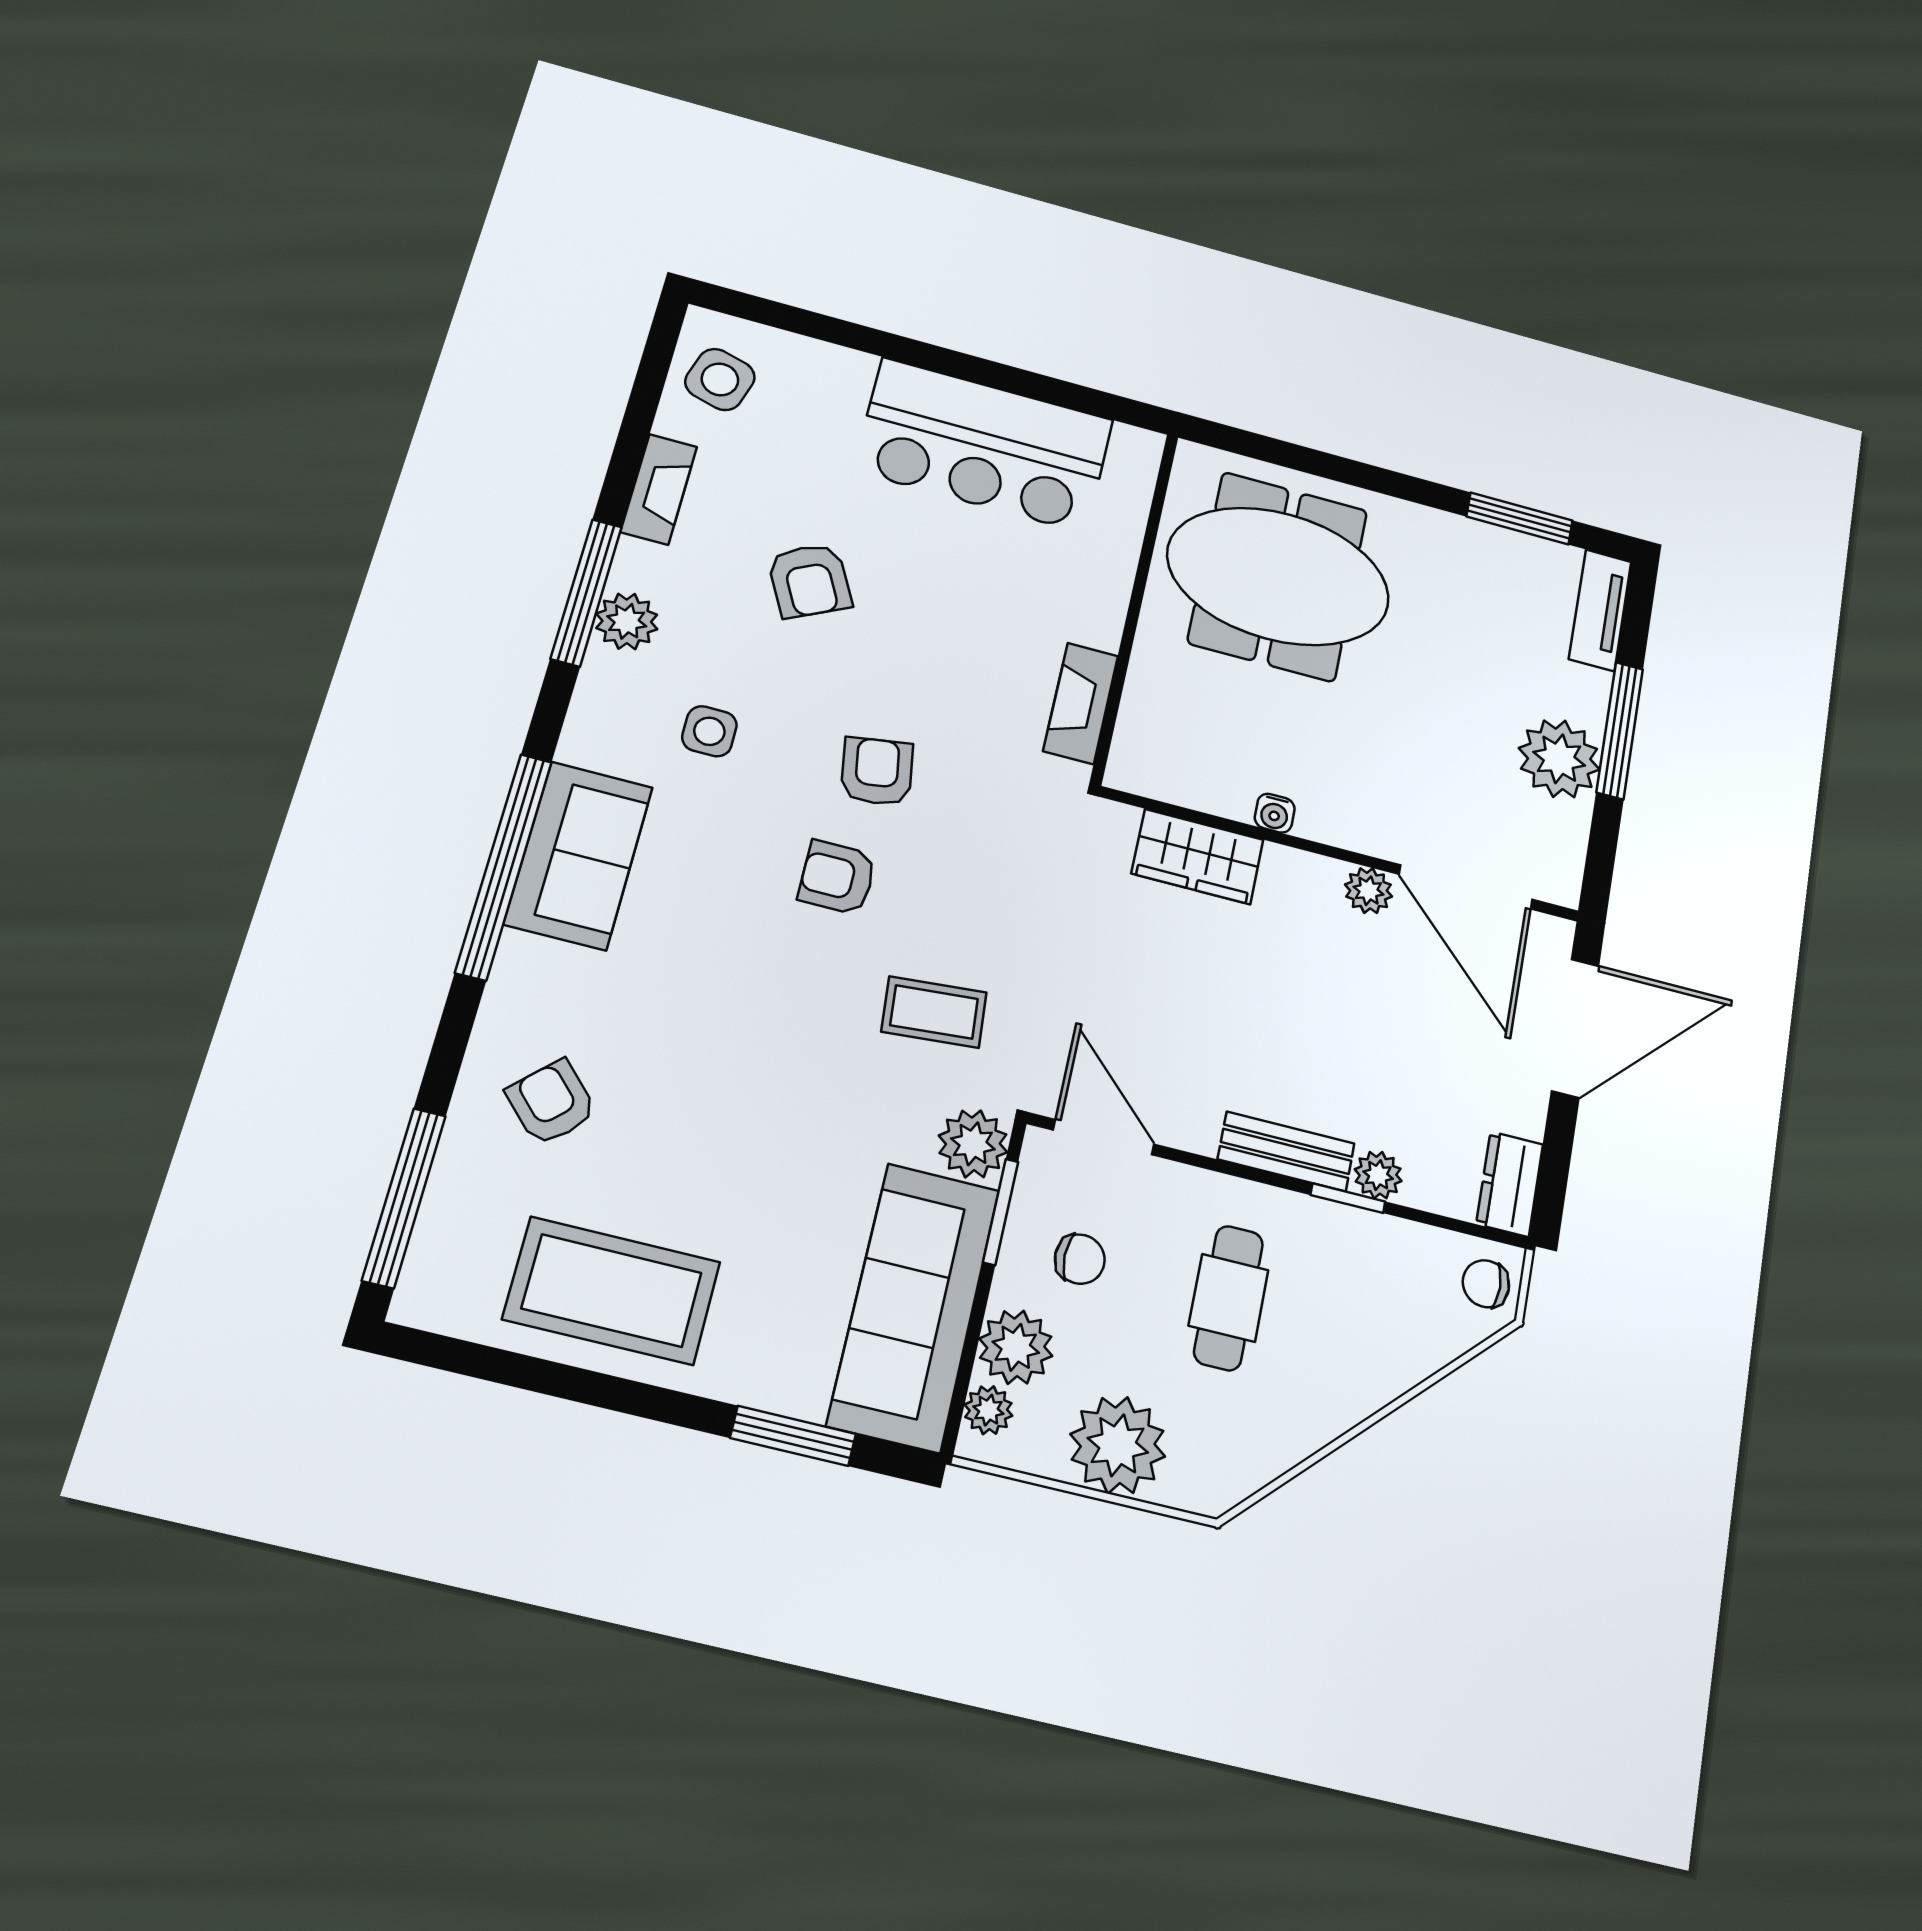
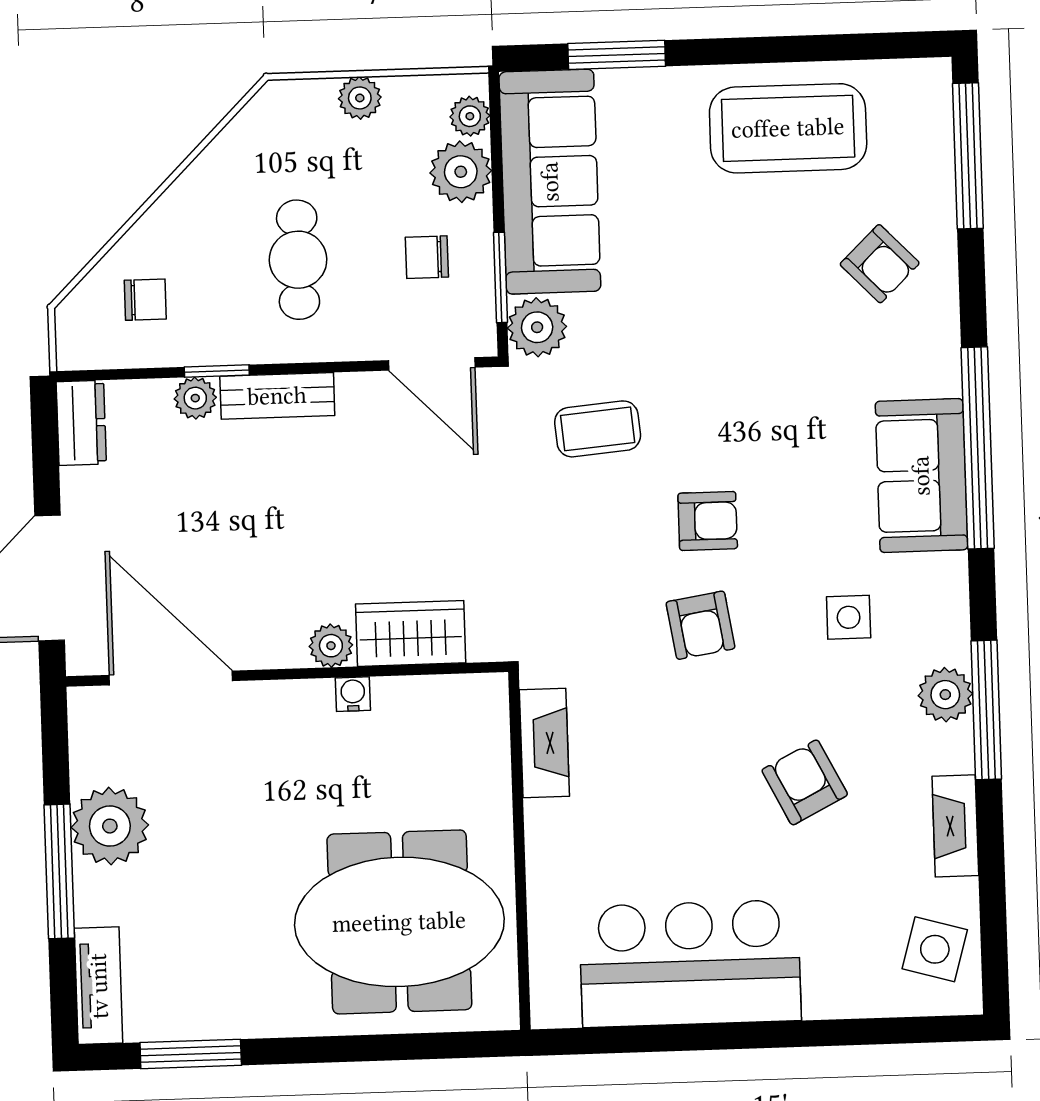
plant: (1368, 891) -> (331, 646), moved
chair: (1486, 1284) -> (145, 300), moved
plant: (1118, 1445) -> (360, 98), width x0.53, depth x0.53

